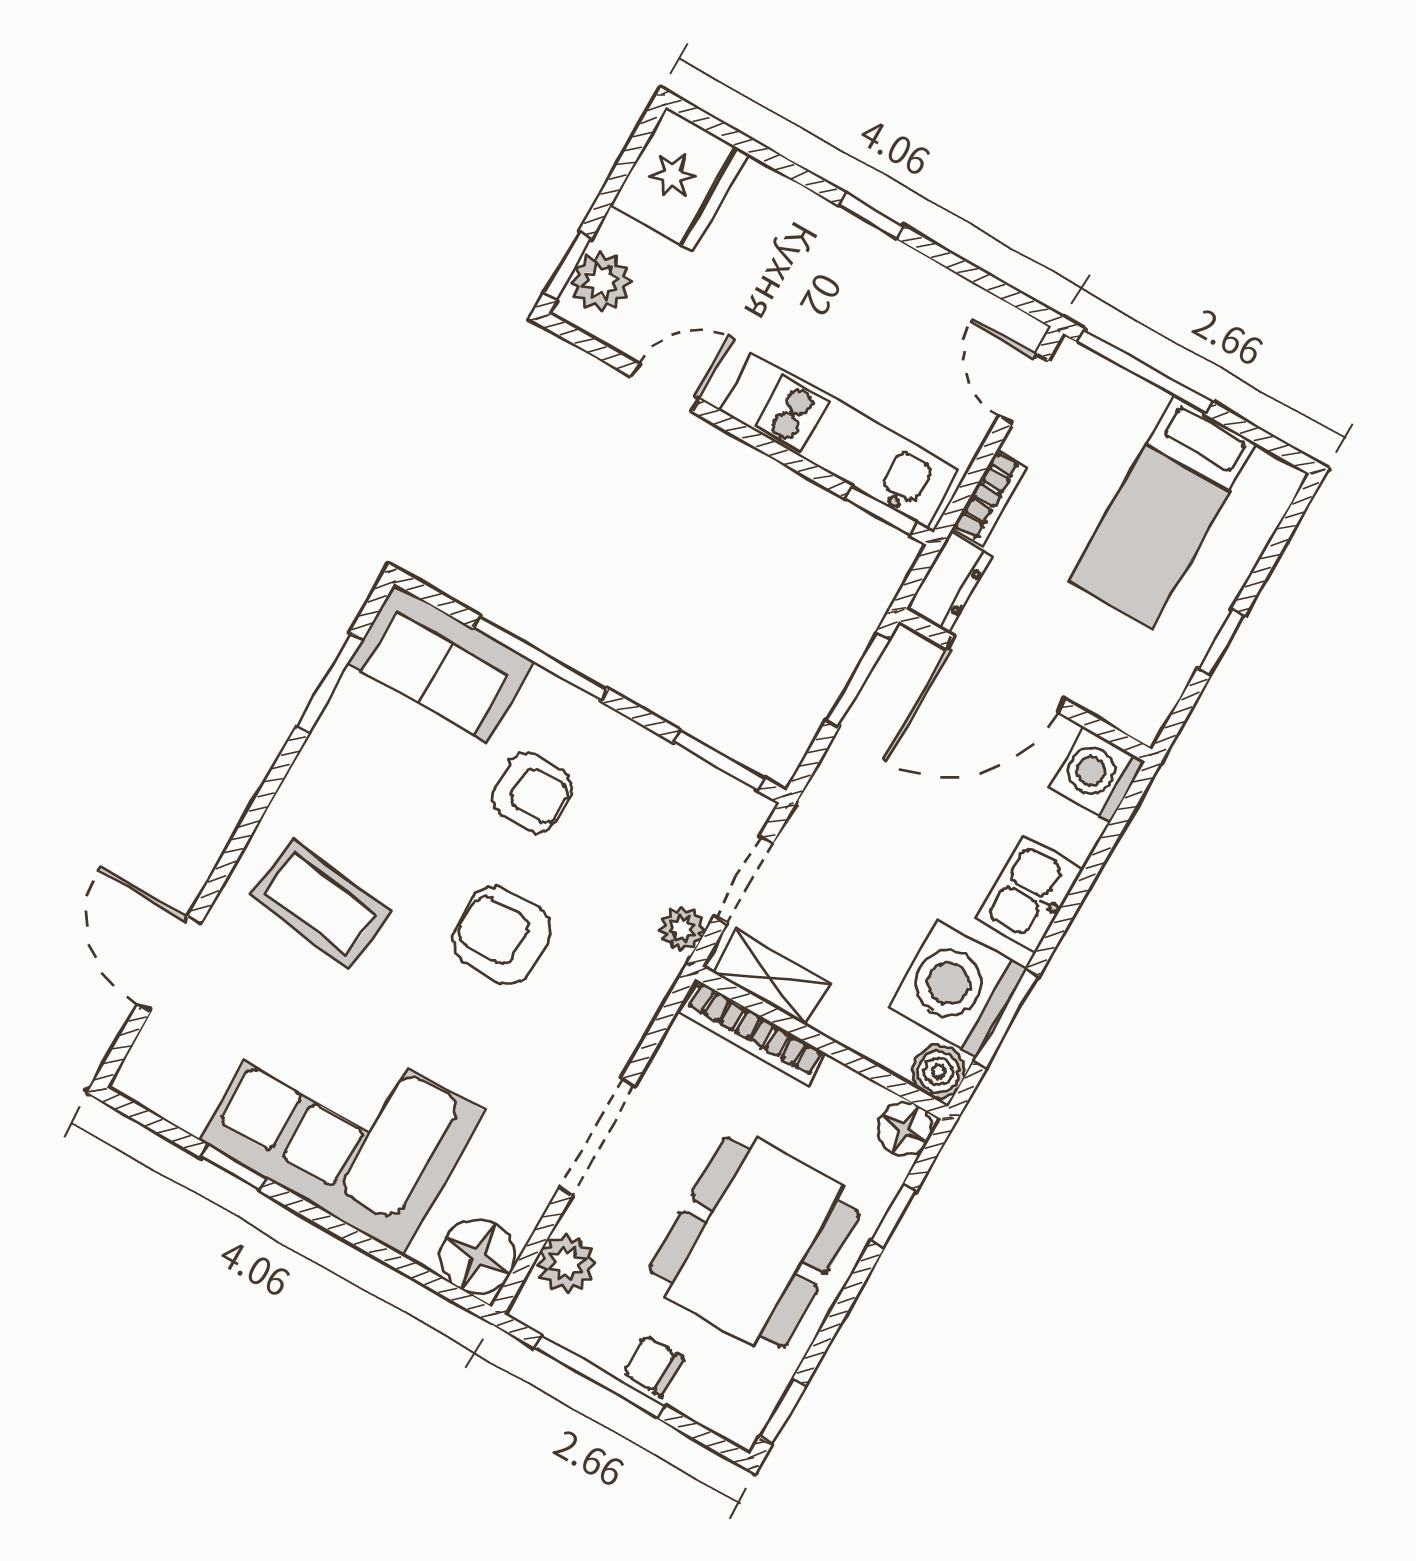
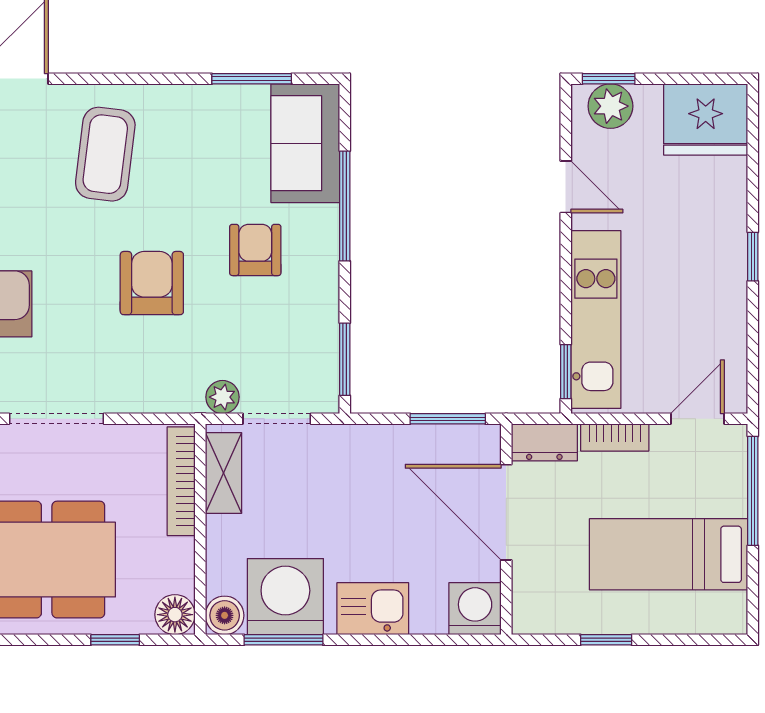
armchair: (532, 792) -> (255, 250), turned 180

